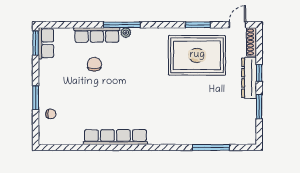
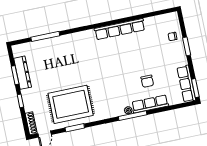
row of seats: (46, 43) -> (186, 84), width x1.48
dresser: (249, 78) -> (23, 73), moved

